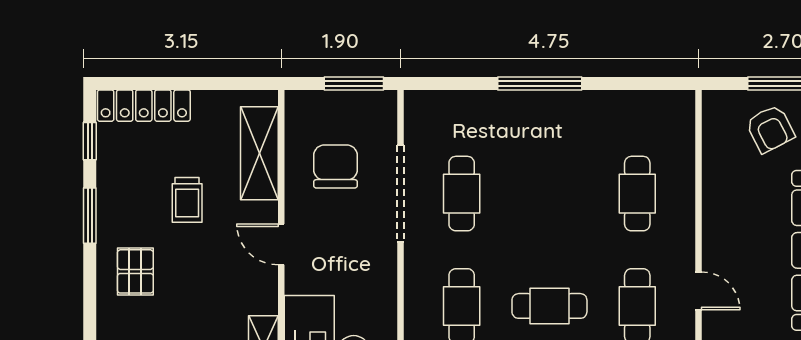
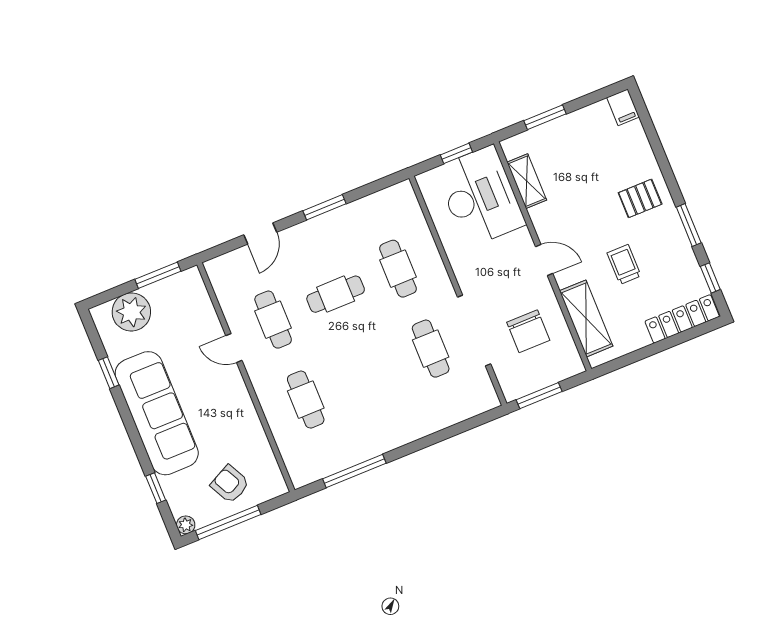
window: (540, 83) -> (354, 471), moved
pallet: (135, 271) -> (640, 198), turned 90

